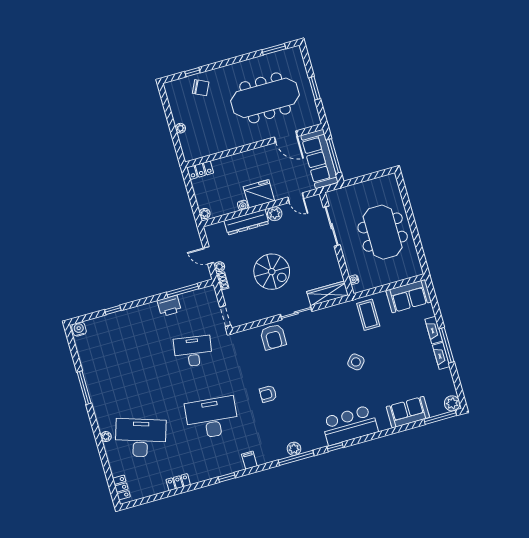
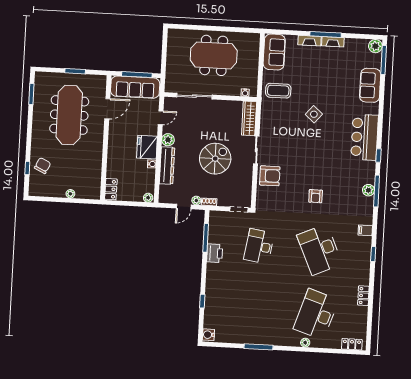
desk: (212, 418) -> (320, 250), turned -30

